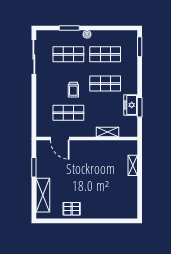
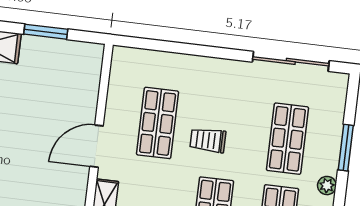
door: (60, 139) -> (97, 146), moved

